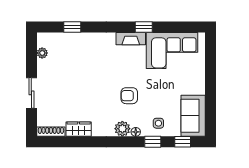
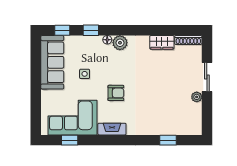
window: (144, 27) -> (70, 140), moved
plant: (42, 53) -> (197, 97), moved
armchair: (129, 96) -> (116, 93), moved
sofa: (193, 116) -> (52, 62), width x1.36
side table: (158, 123) -> (85, 74), moved

